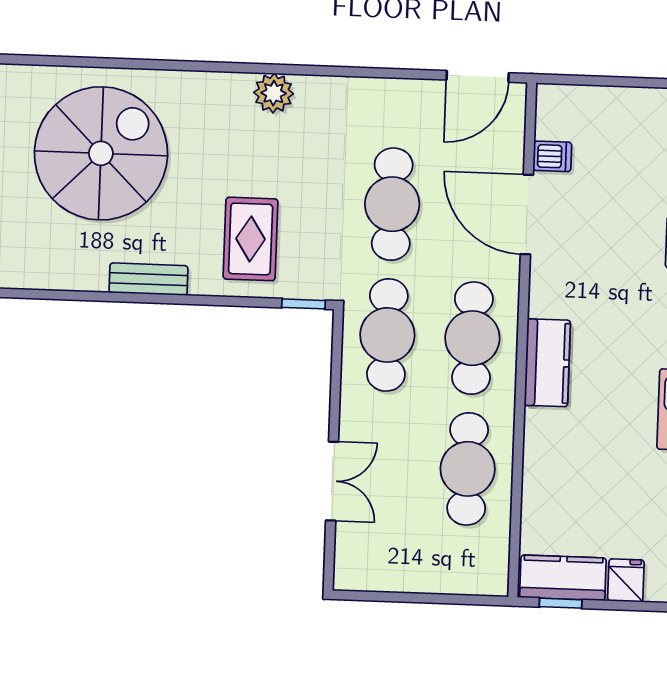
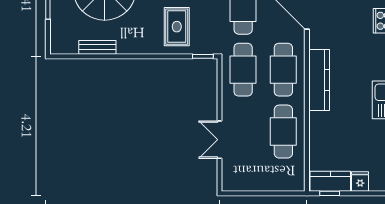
bench: (148, 279) -> (97, 47), moved
kitchen counter: (547, 363) -> (319, 80), width x1.50
double door: (332, 481) -> (219, 140), swing flipped

